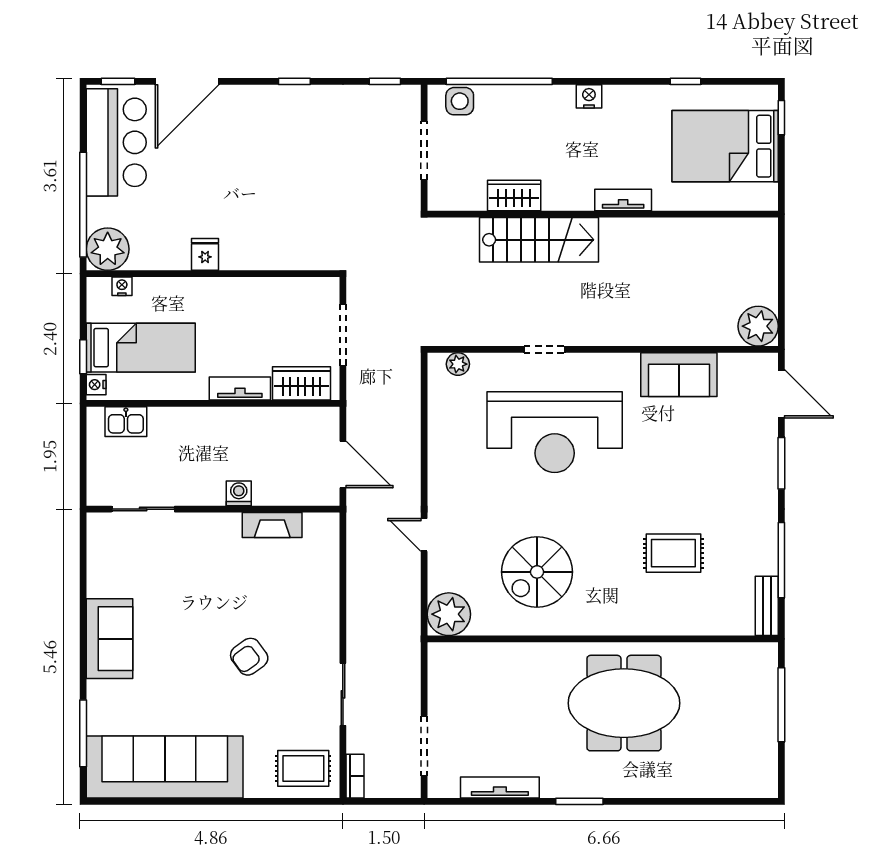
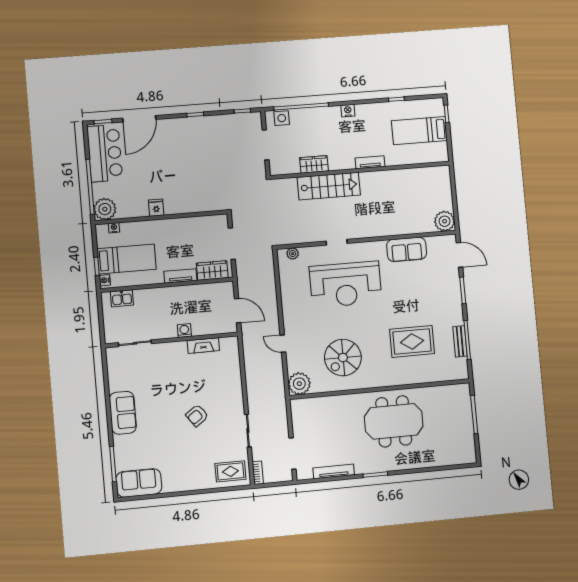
bed: (725, 146) -> (419, 131), width x0.67
rug: (673, 553) -> (412, 341), width x1.36, depth x1.43
bench: (767, 606) -> (460, 341), moved
sofa: (165, 767) -> (139, 483), width x0.54, depth x0.79

